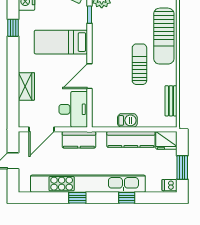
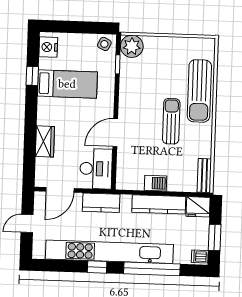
bed: (61, 42) -> (67, 84), moved, turned 180
bench: (171, 101) -> (204, 176), moved
window: (127, 198) -> (152, 269), width x3.17

